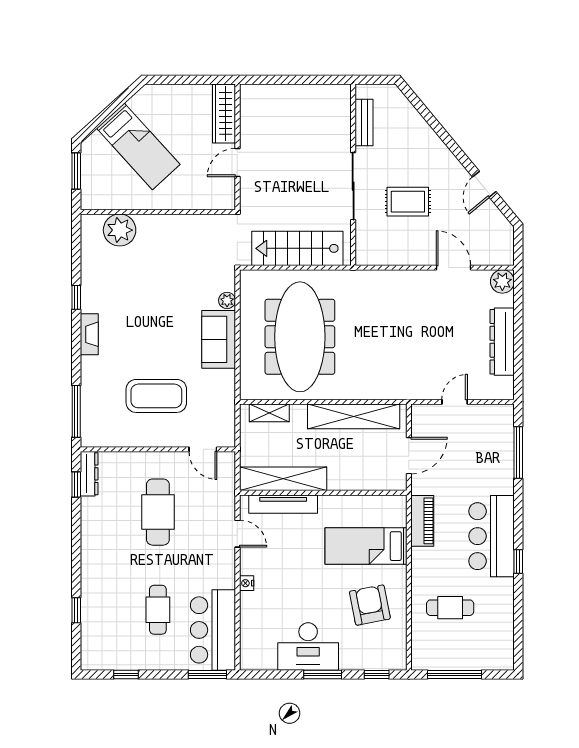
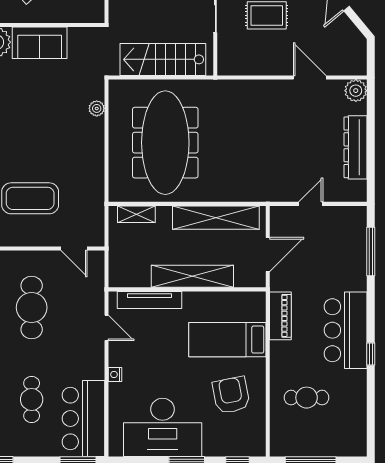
sofa: (219, 339) -> (40, 43), moved, turned -90
shelving: (283, 479) -> (192, 276), moved
desk: (308, 646) -> (163, 427), width x1.36, depth x1.30

